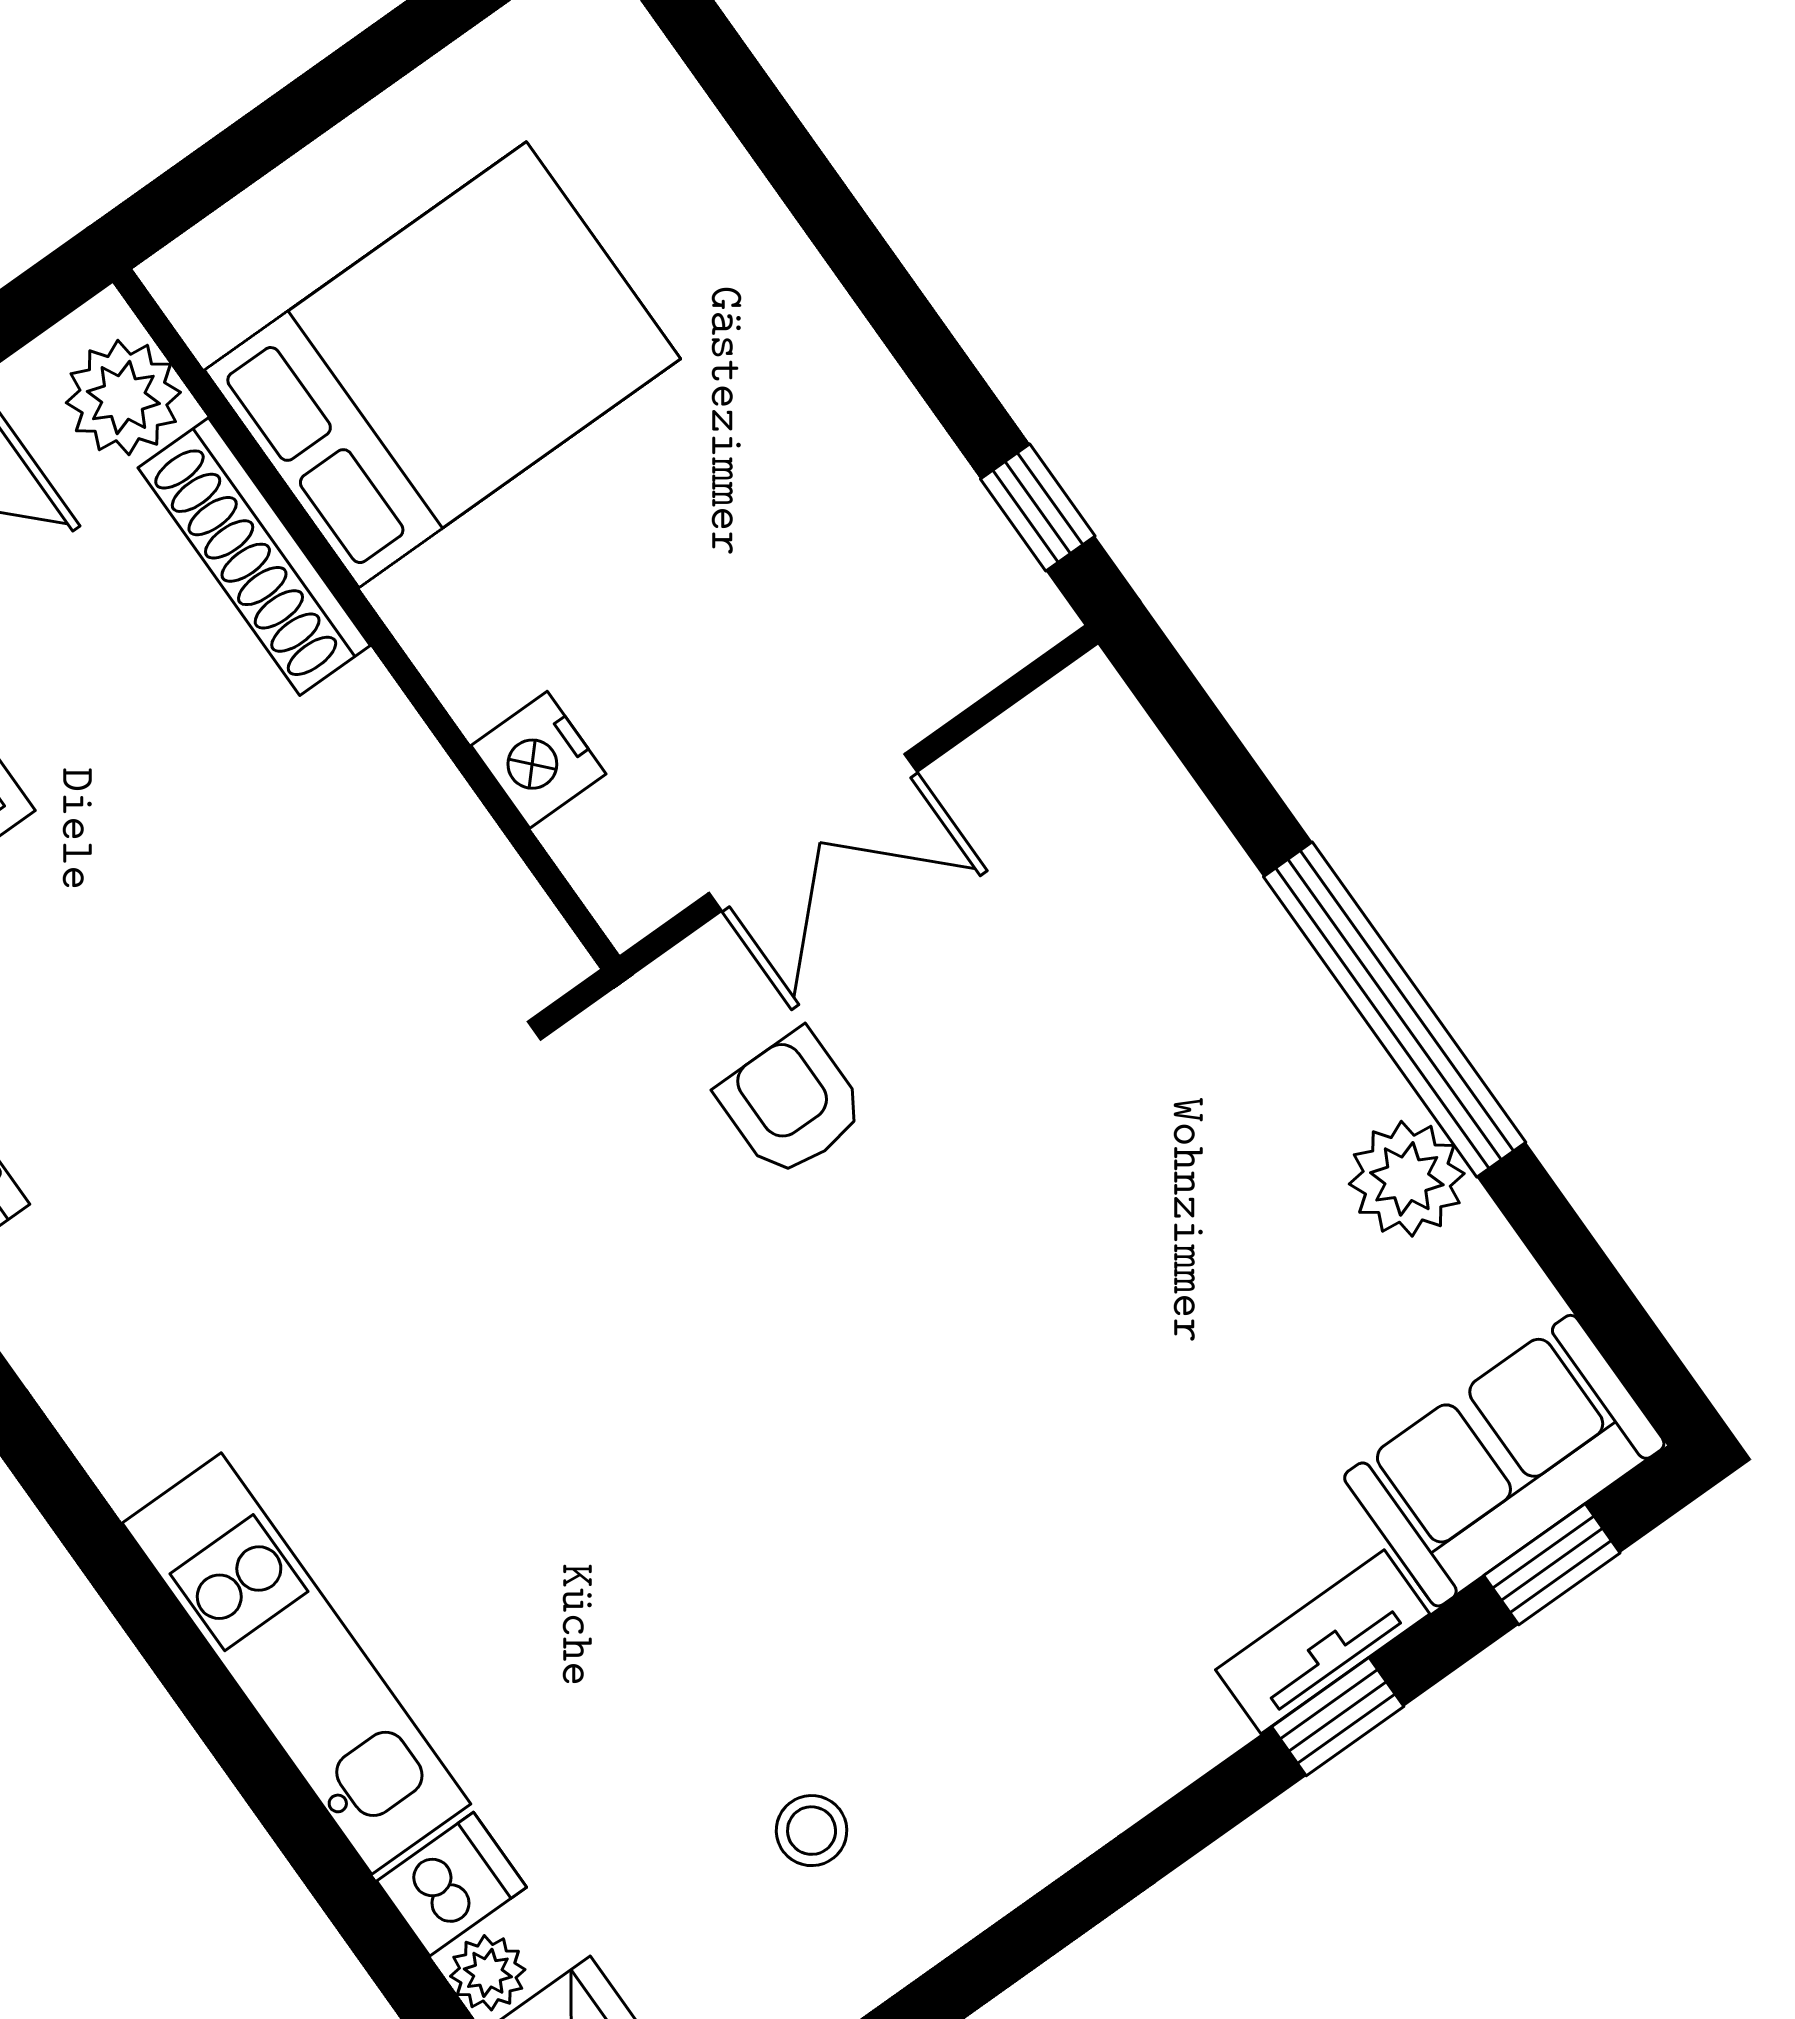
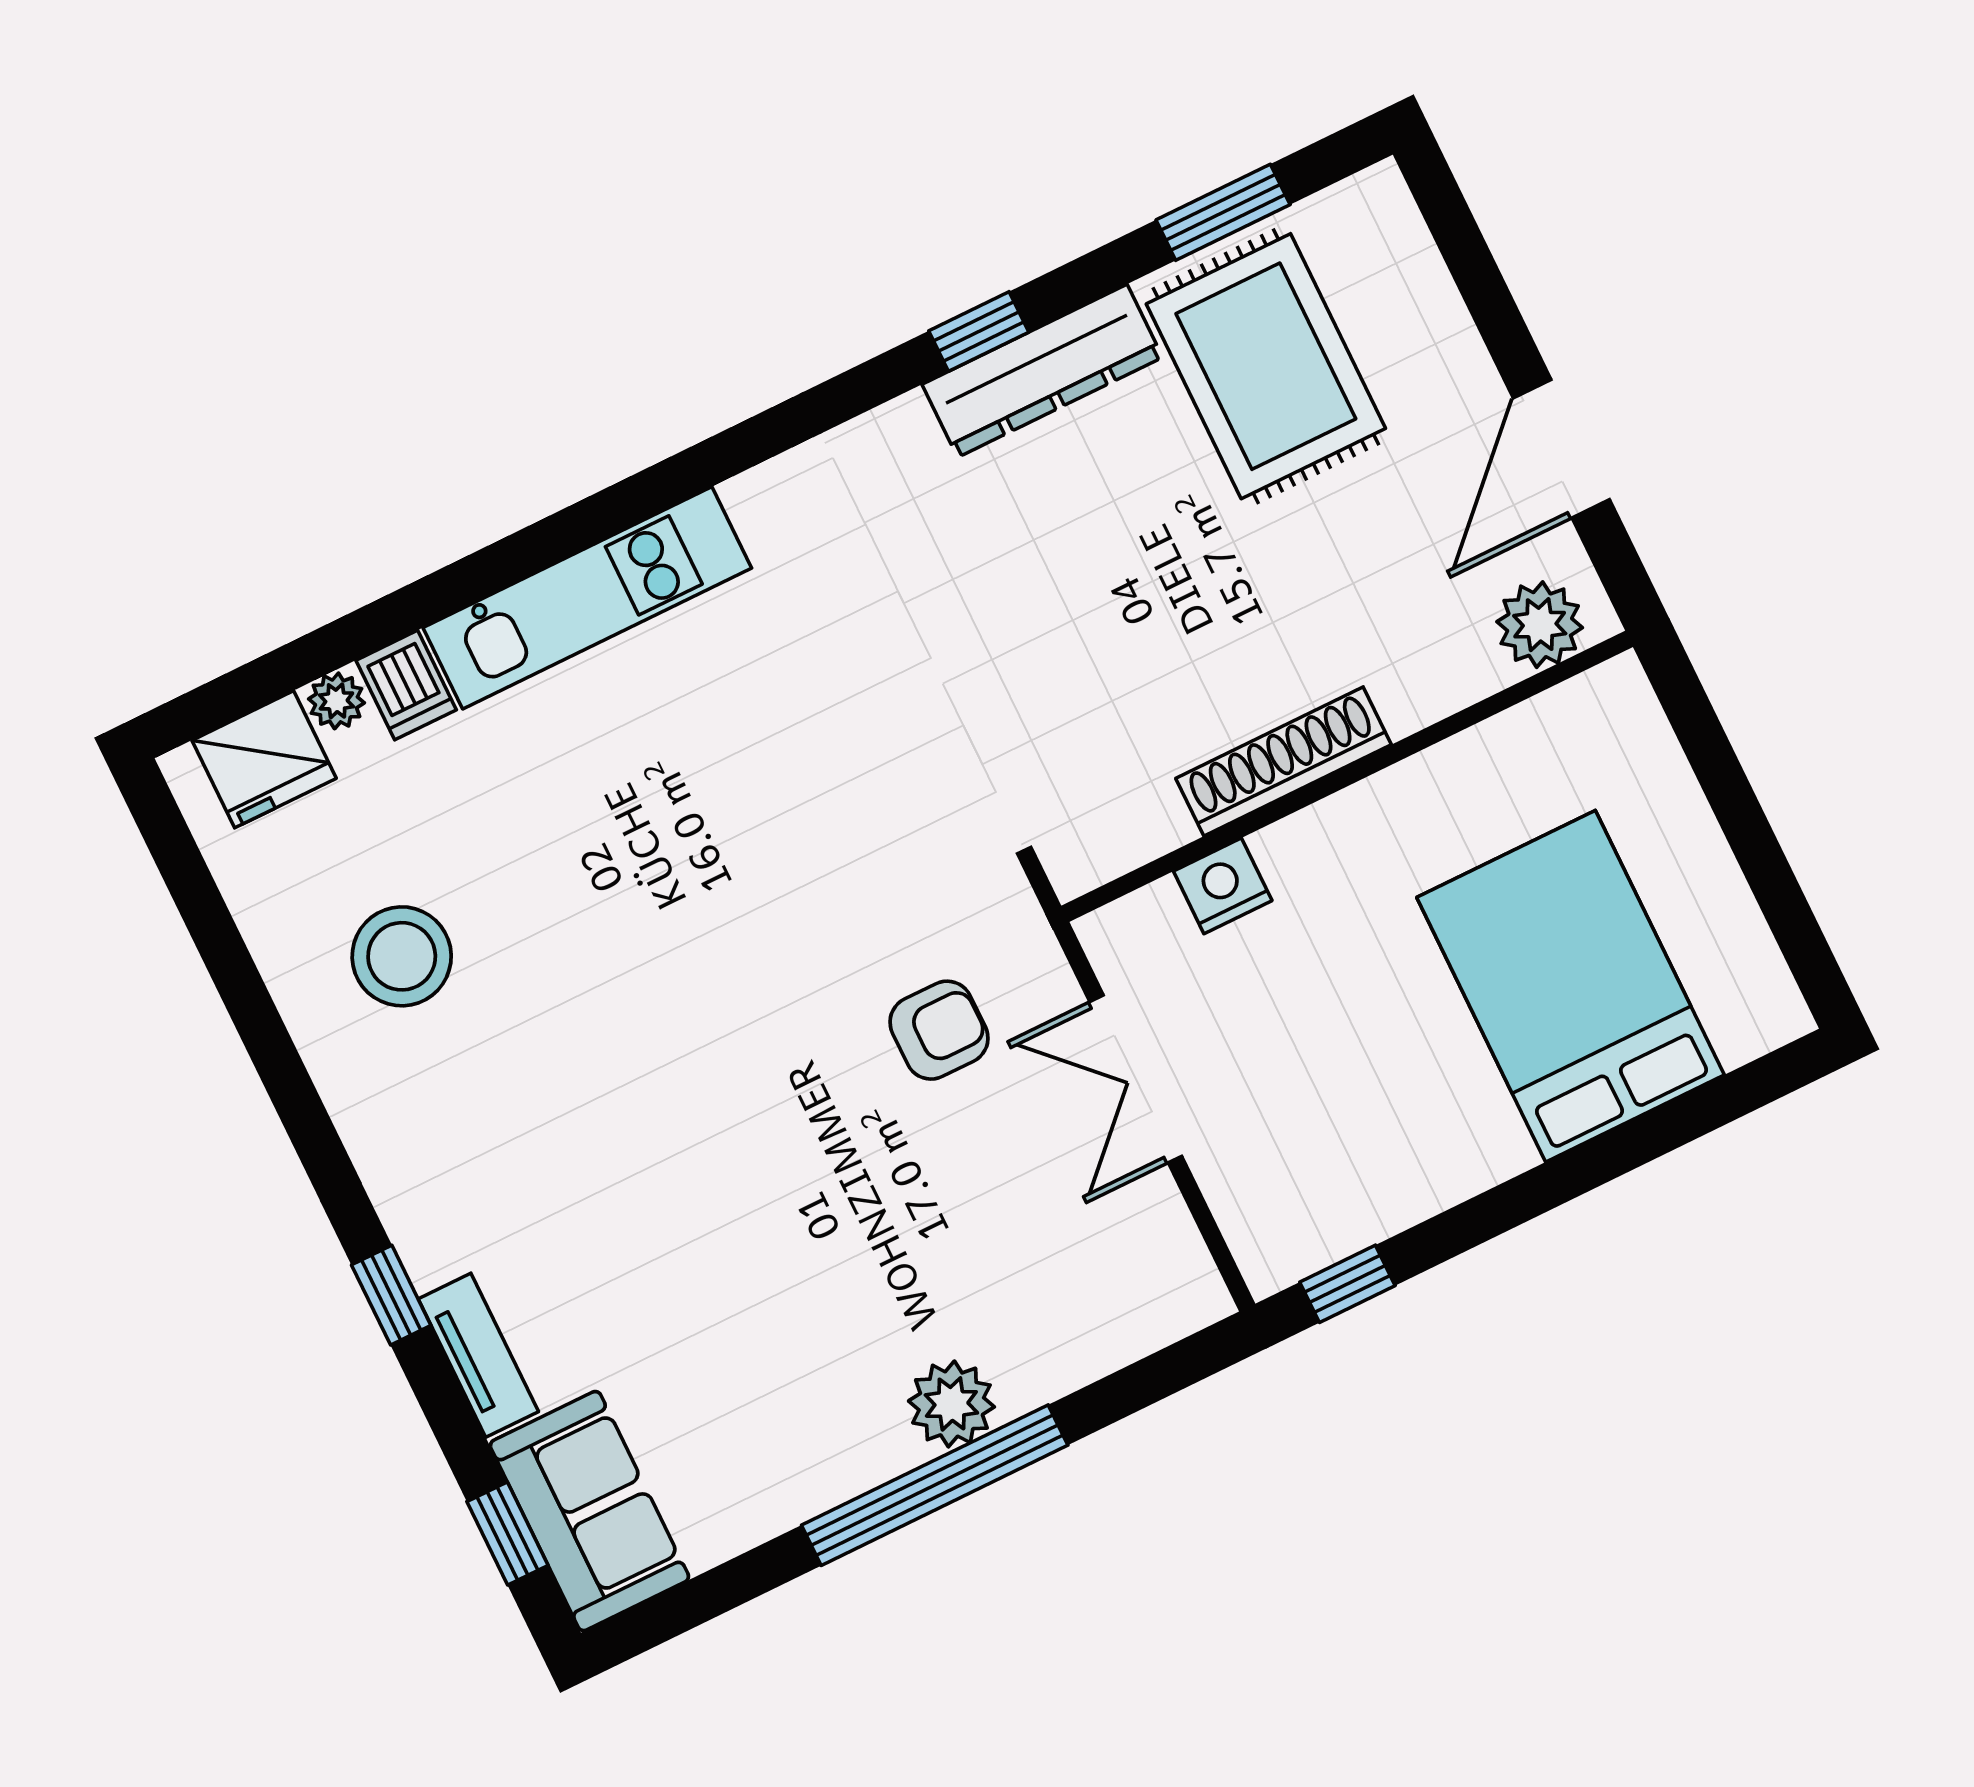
bed: (443, 365) -> (1571, 986), moved, turned 180
shoe rack: (254, 557) -> (1284, 761), moved
plant: (1407, 1179) -> (951, 1404), moved
window: (1338, 1717) -> (391, 1295), moved
stool: (812, 1831) -> (402, 956), width x1.89, depth x1.89

